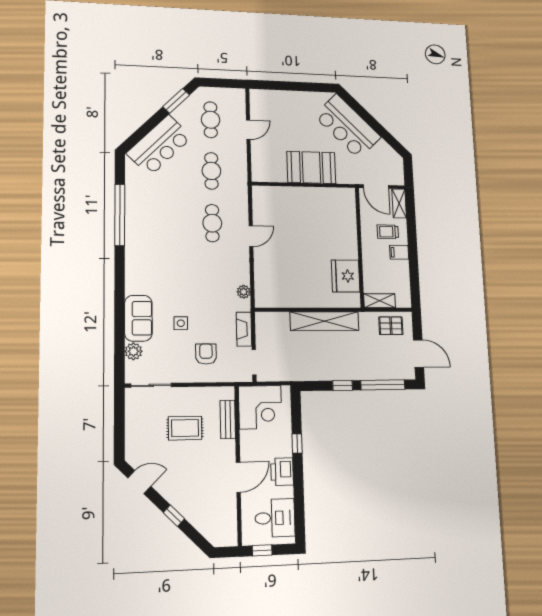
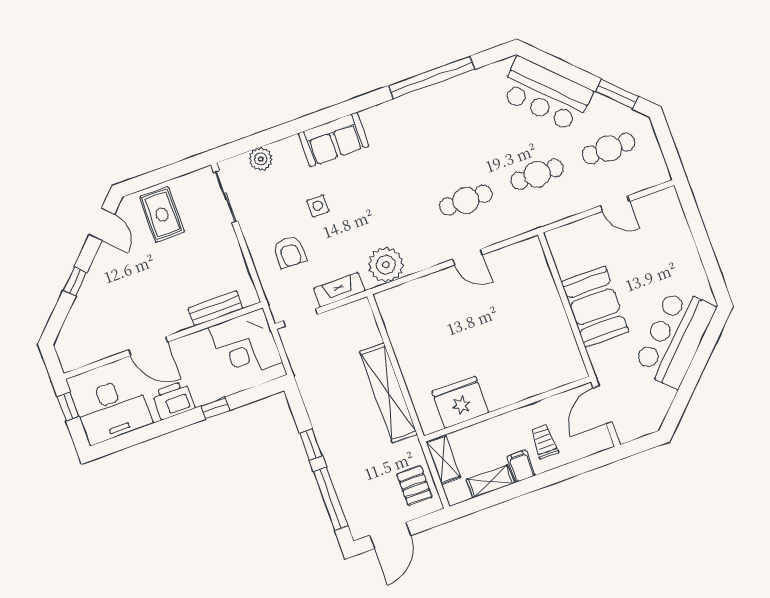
shelving: (399, 203) -> (490, 481), moved
plant: (244, 292) -> (386, 265), width x1.88, depth x1.88
sofa: (138, 318) -> (334, 140), moved
armchair: (206, 354) -> (290, 252), turned 90
rug: (185, 428) -> (162, 214), moved
desk: (275, 518) -> (113, 410), width x1.37

